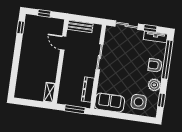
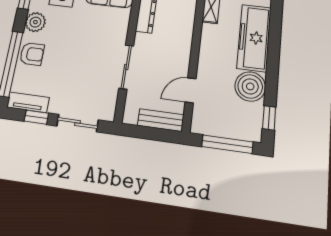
window: (44, 13) -> (227, 144), width x2.17
door: (63, 43) -> (190, 90), swing flipped
boiler: (30, 45) -> (250, 86), added
freezer: (26, 73) -> (254, 38), added

